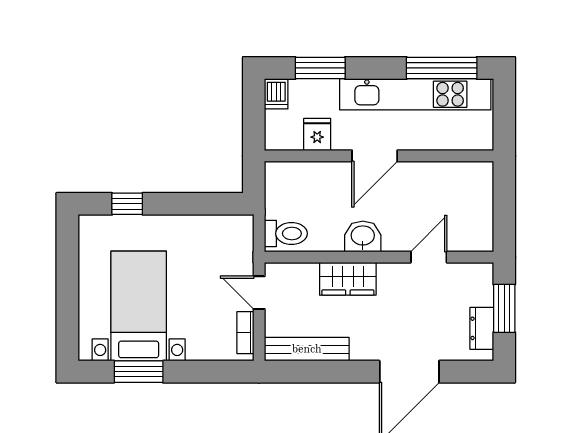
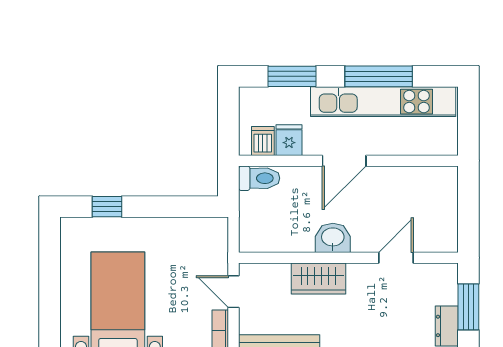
window: (442, 68) -> (379, 76), moved
dishwasher: (276, 94) -> (263, 141), moved, turned 180
toilet: (286, 233) -> (259, 178), moved

